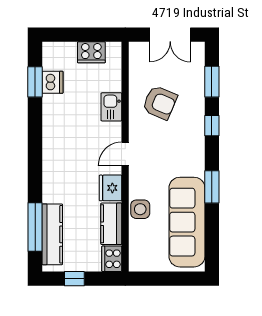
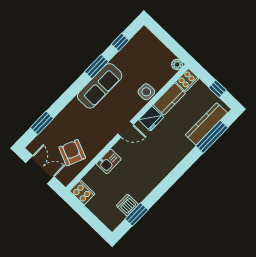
cooker: (91, 52) -> (82, 192), moved
armchair: (160, 103) -> (72, 153), moved
window: (212, 126) -> (120, 42), moved
sofa: (187, 222) -> (100, 86), moved, width x0.74, depth x0.79
plant: (136, 264) -> (177, 65), added

